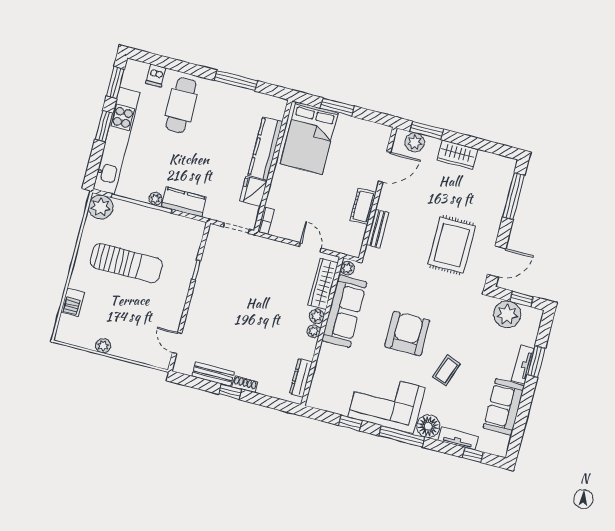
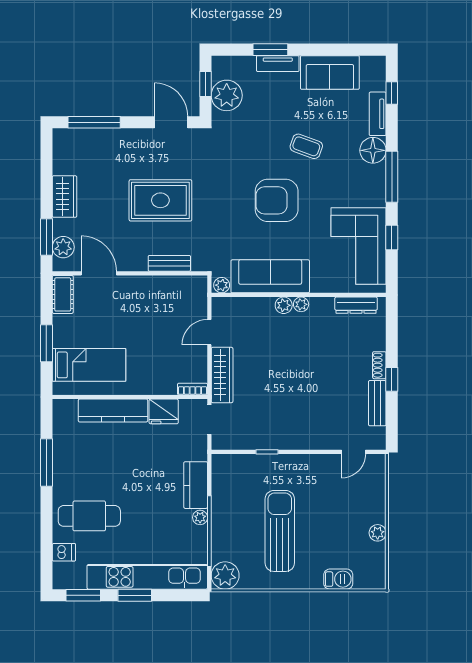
bed: (309, 138) -> (89, 365), width x0.67
cot: (363, 206) -> (63, 294), moved, turned 90
rug: (452, 245) -> (160, 200), moved
wardrobe: (323, 284) -> (222, 375), moved, turned -90
corner sofa: (387, 402) -> (359, 246), moved

